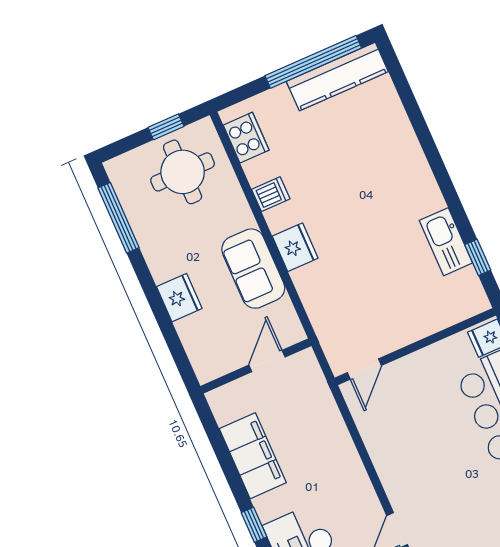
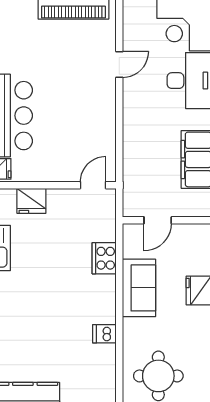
cooker: (246, 138) -> (104, 258), moved
fridge: (295, 247) -> (31, 201), moved, turned -90

